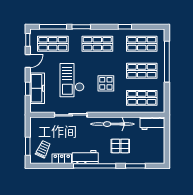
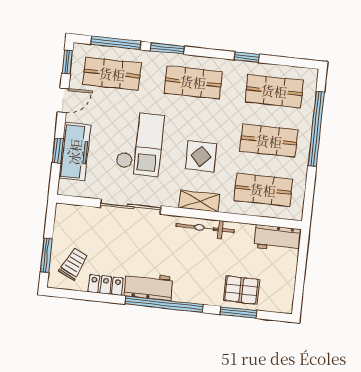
checkout: (72, 80) -> (140, 144), turned 180
shelving: (108, 108) -> (199, 201), added
bicycle: (112, 124) -> (205, 228), width x0.73, depth x0.71
pallet: (120, 146) -> (241, 290), moved

